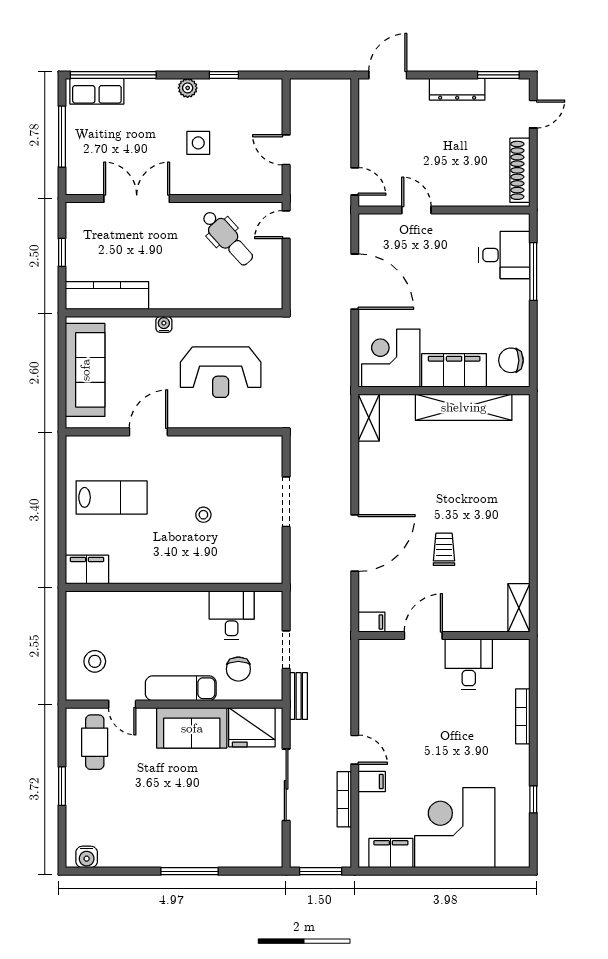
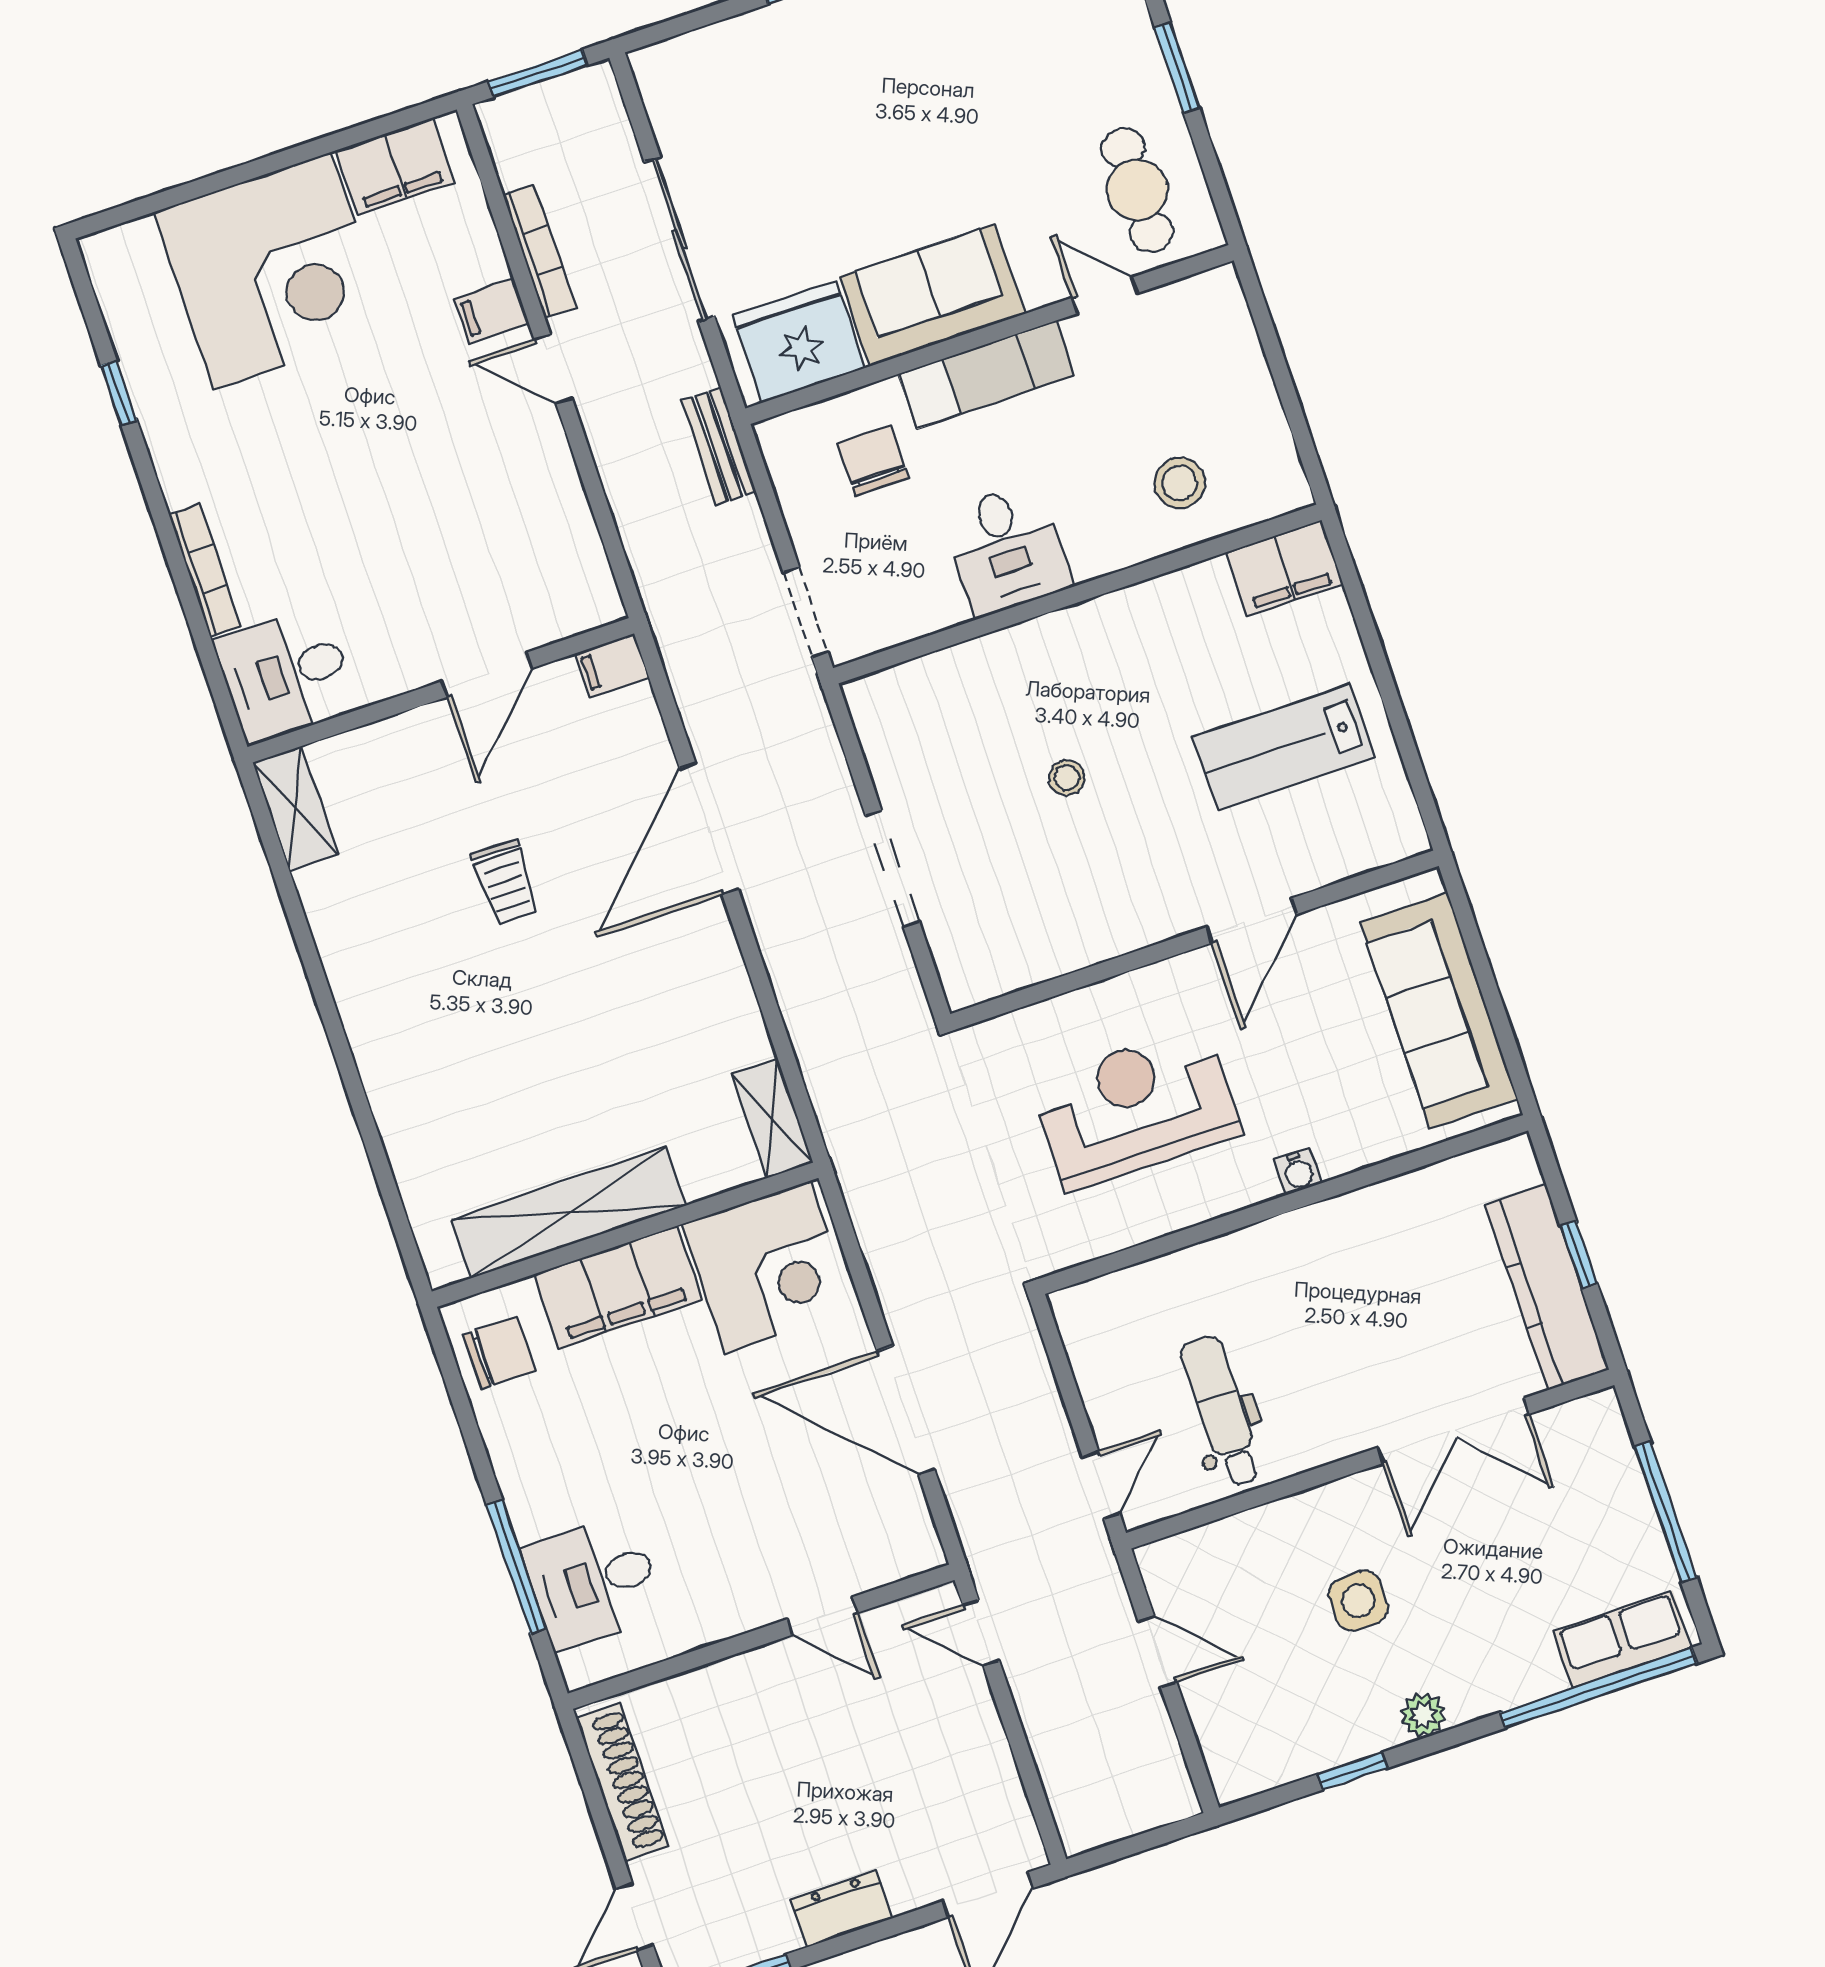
dresser: (457, 89) -> (841, 1909), width x0.70
dental chair: (227, 238) -> (1222, 1411), turned 42
kitchen counter: (107, 296) -> (1547, 1287), moved, turned 90
desk: (232, 615) -> (1007, 549), moved
doorway: (286, 650) -> (806, 612), moved
stool: (95, 661) -> (1180, 483), moved
desk: (469, 664) -> (286, 674), moved, turned 90

